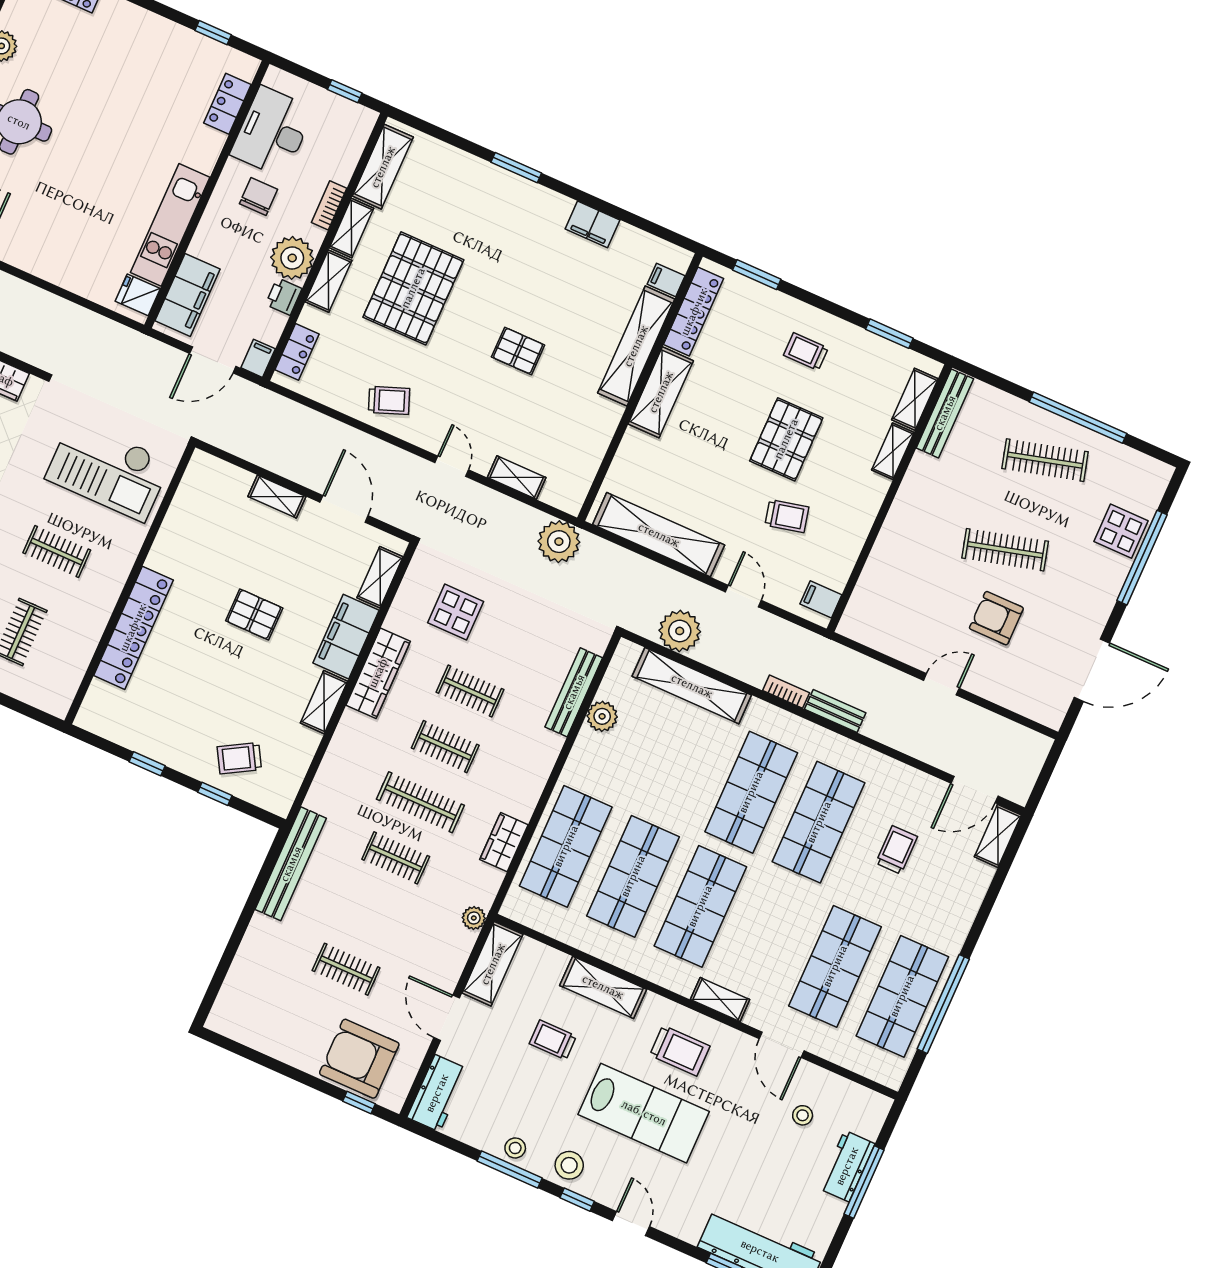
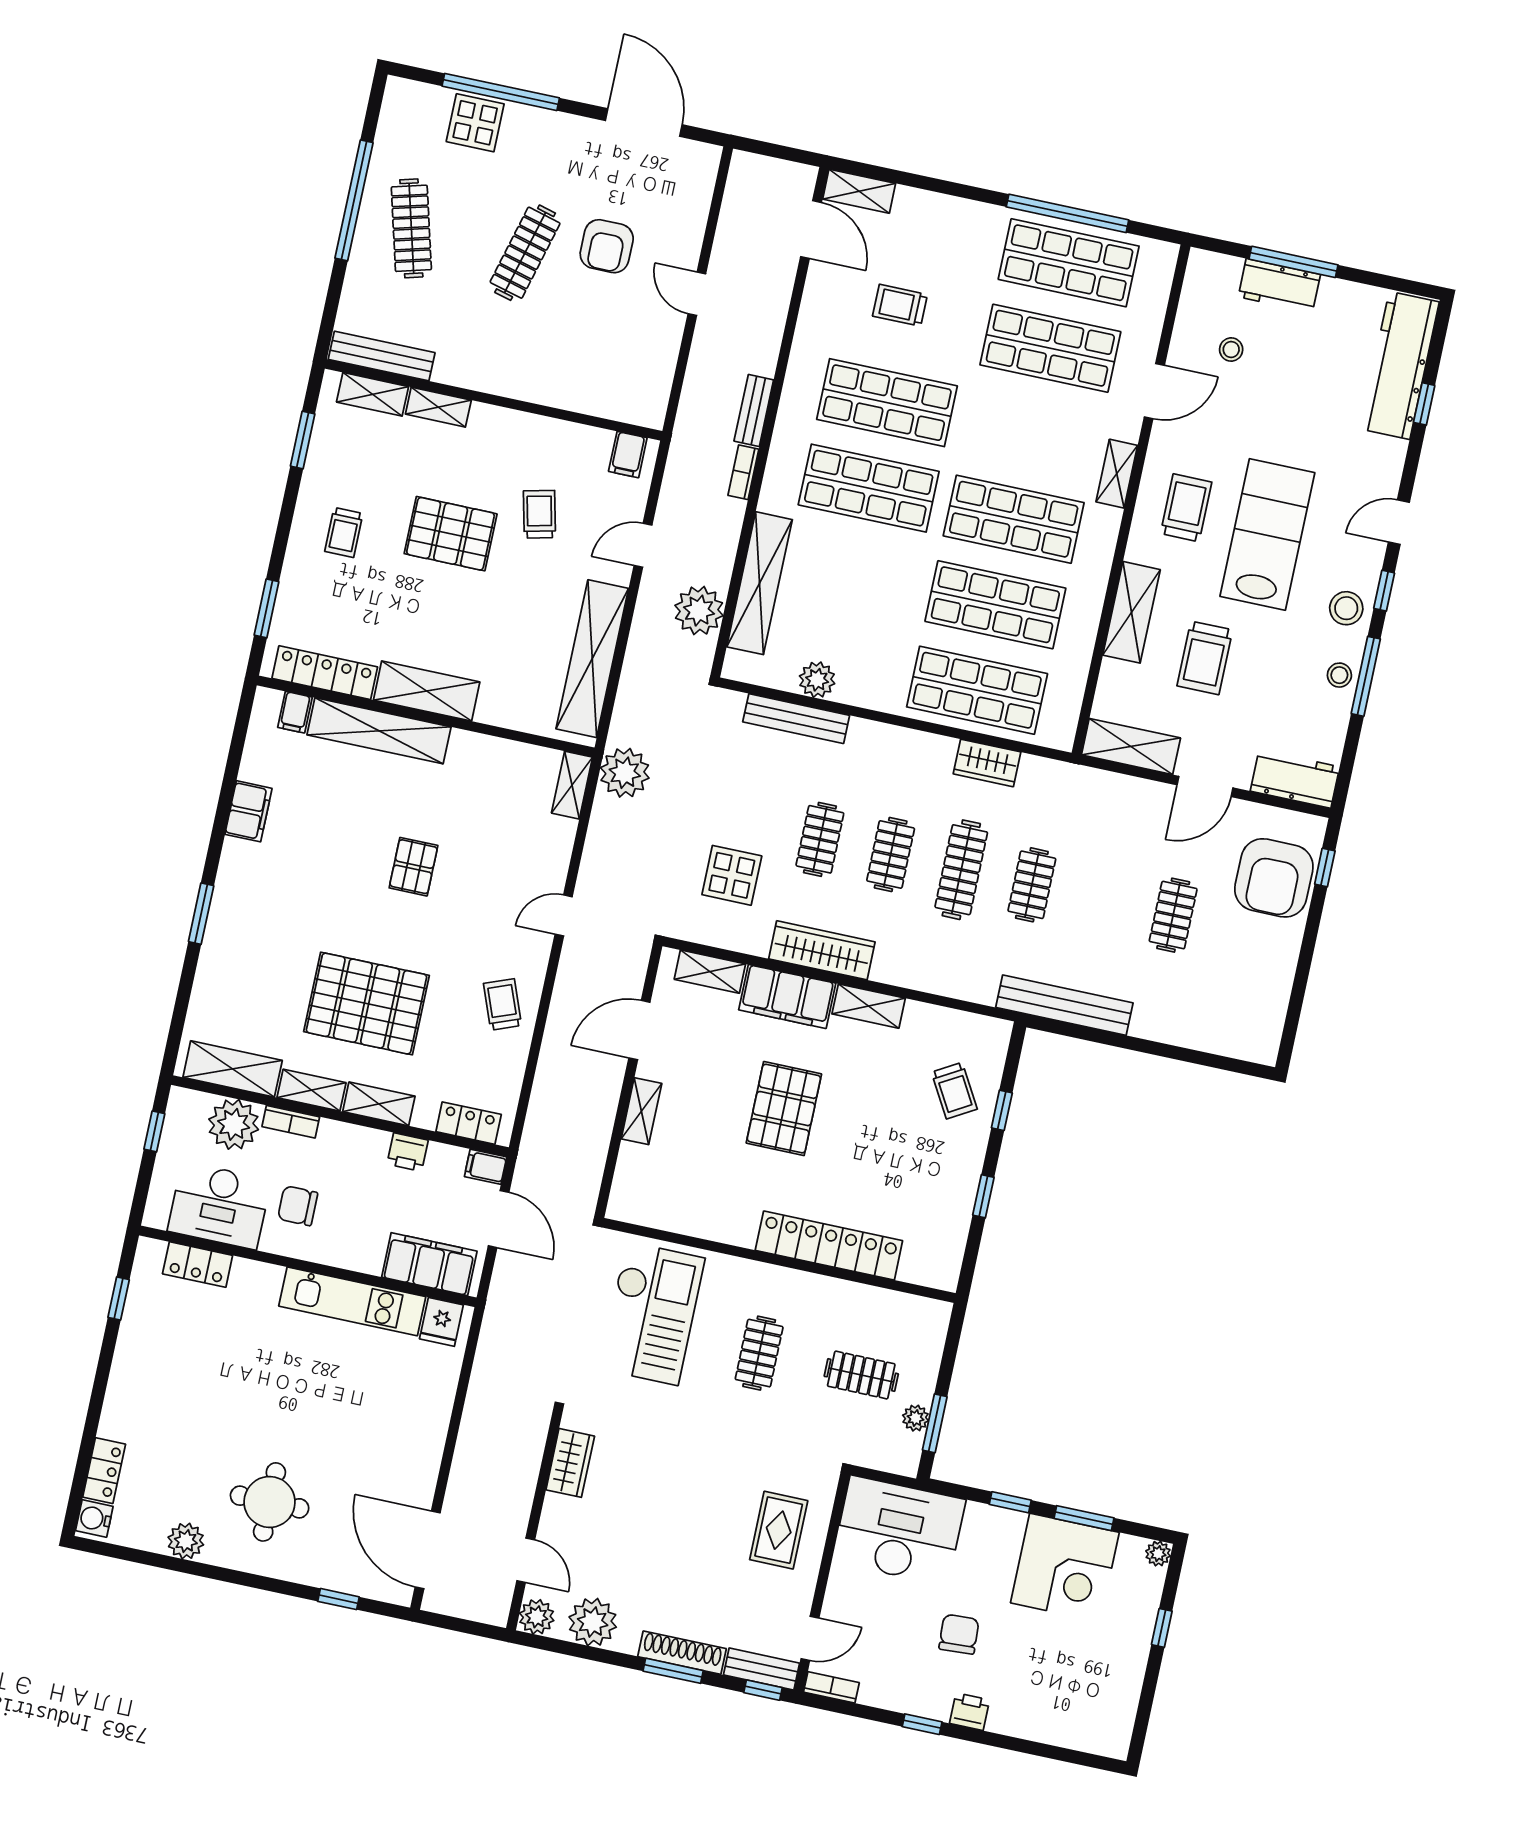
plant: (292, 258) -> (234, 1124), moved
shelving: (517, 477) -> (572, 785), moved
clothes rail: (1005, 550) -> (525, 253), turned 30
pallet: (254, 614) -> (784, 1109), width x1.50, depth x1.42
plant: (474, 918) -> (1083, 779), removed
trolley: (553, 1040) -> (1205, 658), width x1.36, depth x1.39

